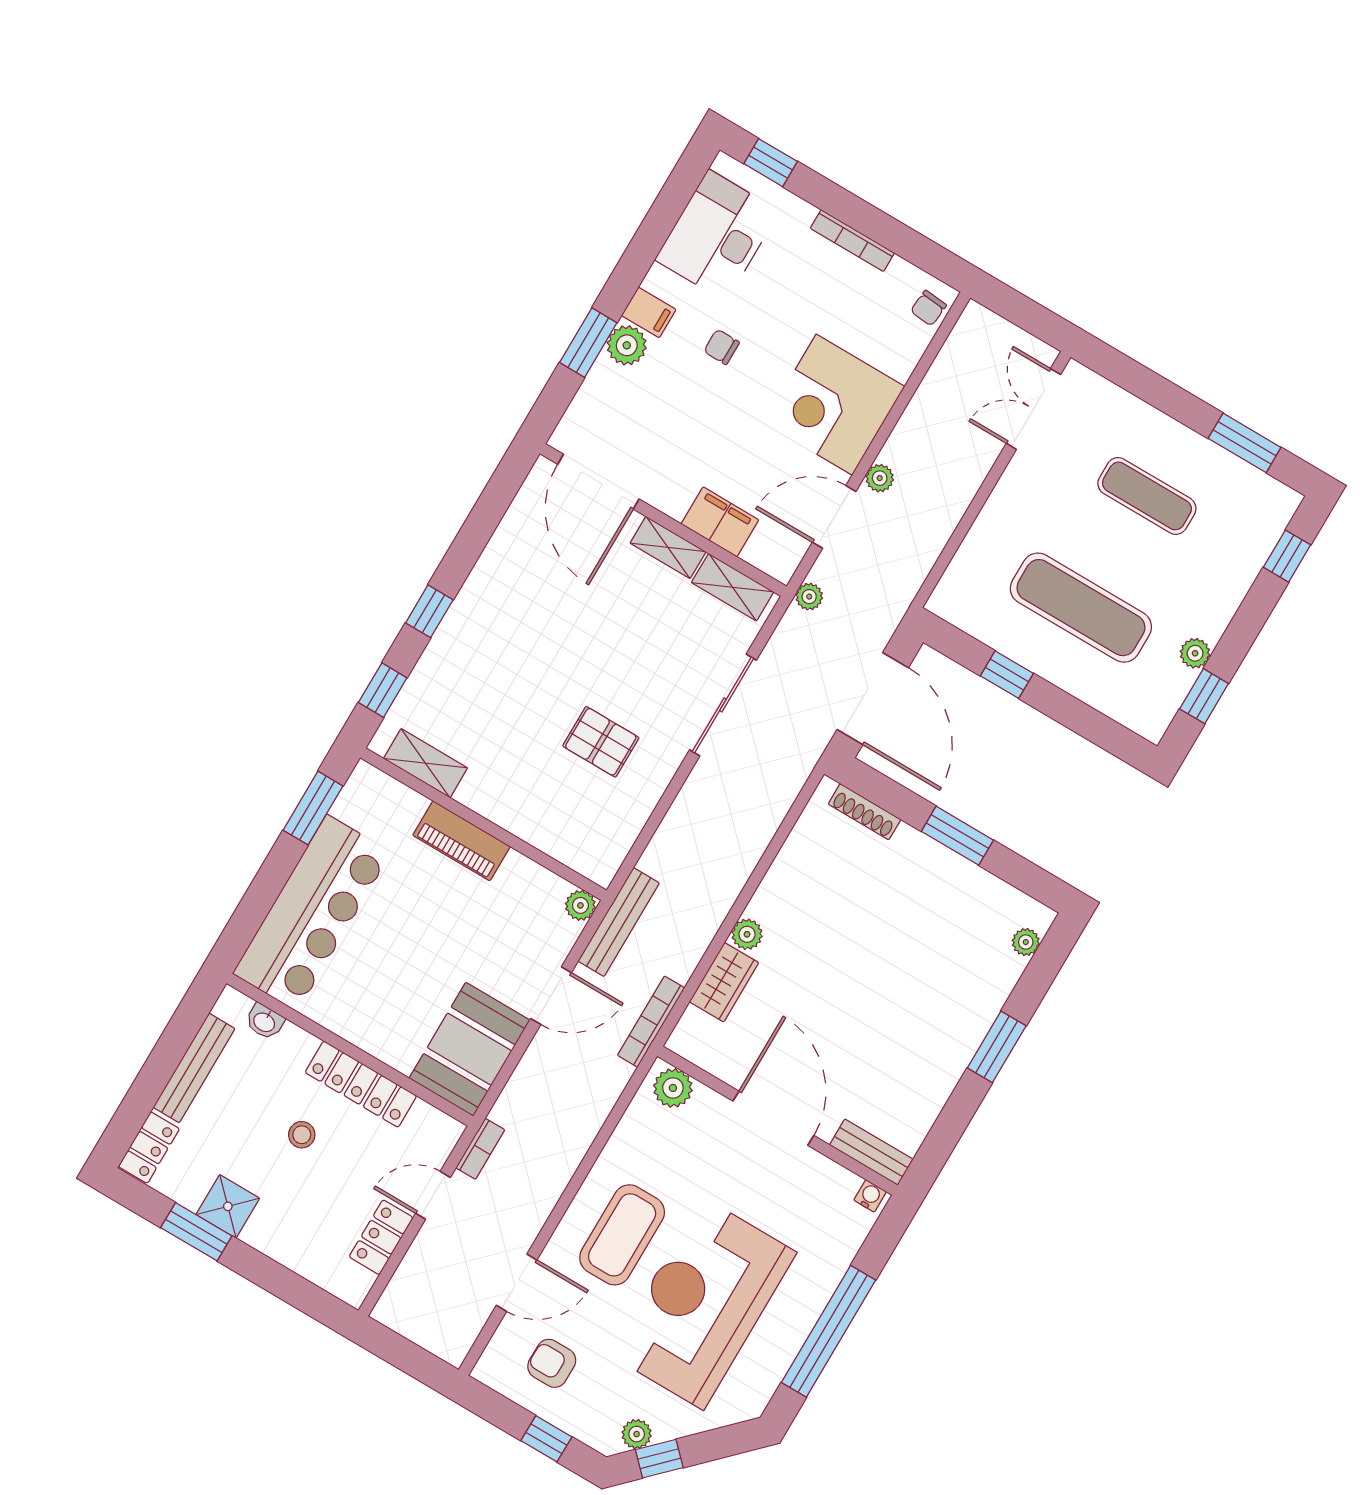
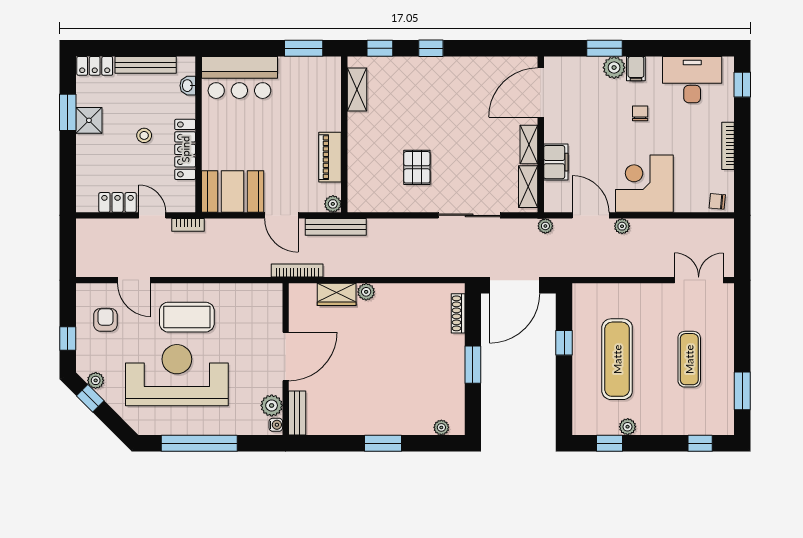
piano: (461, 841) -> (330, 157), moved
bar counter: (312, 913) -> (239, 77), width x0.73
plant: (673, 1088) -> (272, 405), moved

